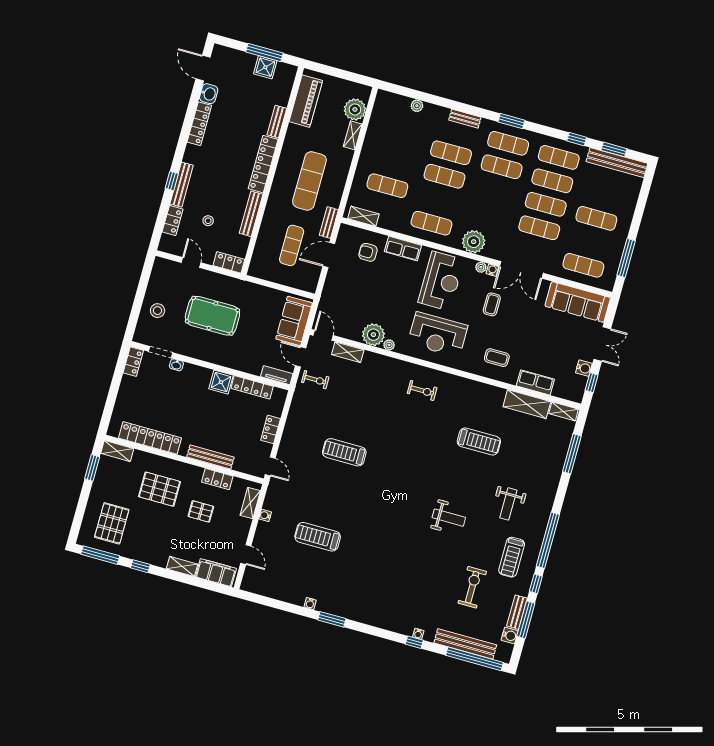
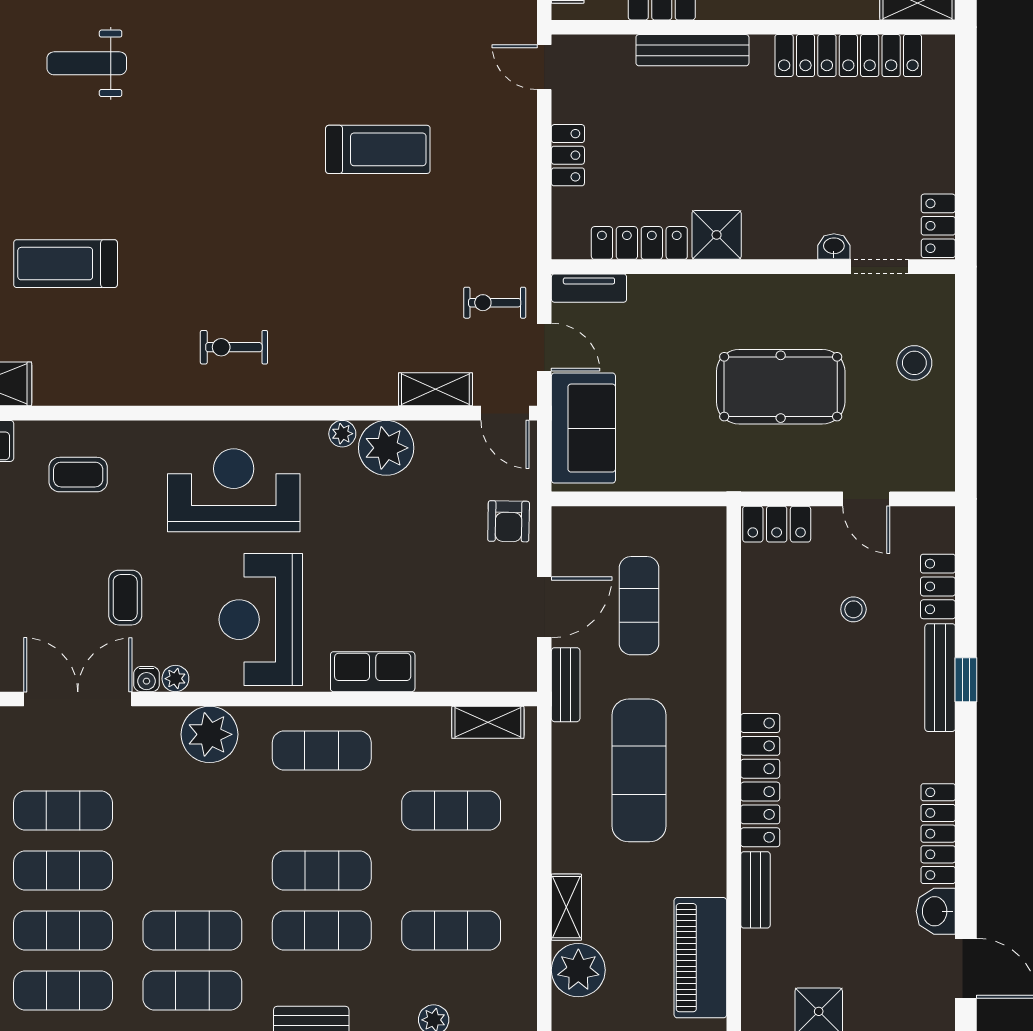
exercise mat: (400, 139) -> (451, 931), added
bench: (251, 214) -> (756, 654), removed
armchair: (368, 252) -> (509, 521), moved, turned 91

